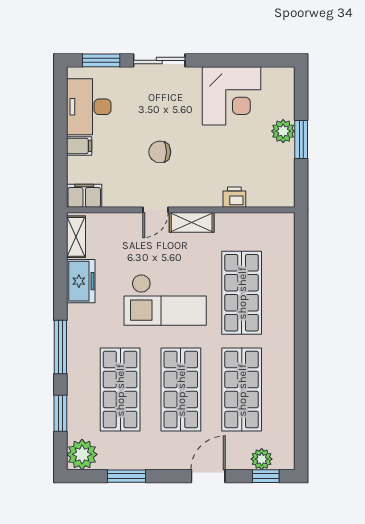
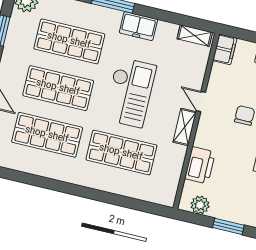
plant: (283, 131) -> (200, 205), moved
printer: (234, 197) -> (200, 165), width x1.87, depth x1.48
freezer: (81, 281) -> (138, 26), moved
checkout: (165, 300) -> (130, 92), turned 180

